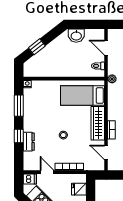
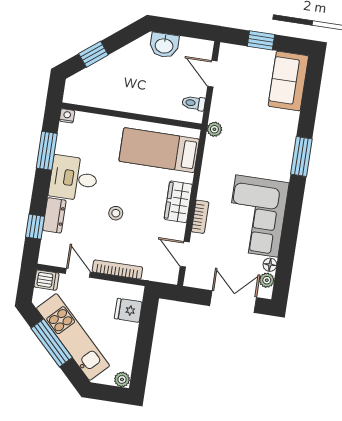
desk: (36, 119) -> (74, 178), added
wardrobe: (98, 123) -> (178, 202), width x0.67
window: (19, 136) -> (35, 227), moved

